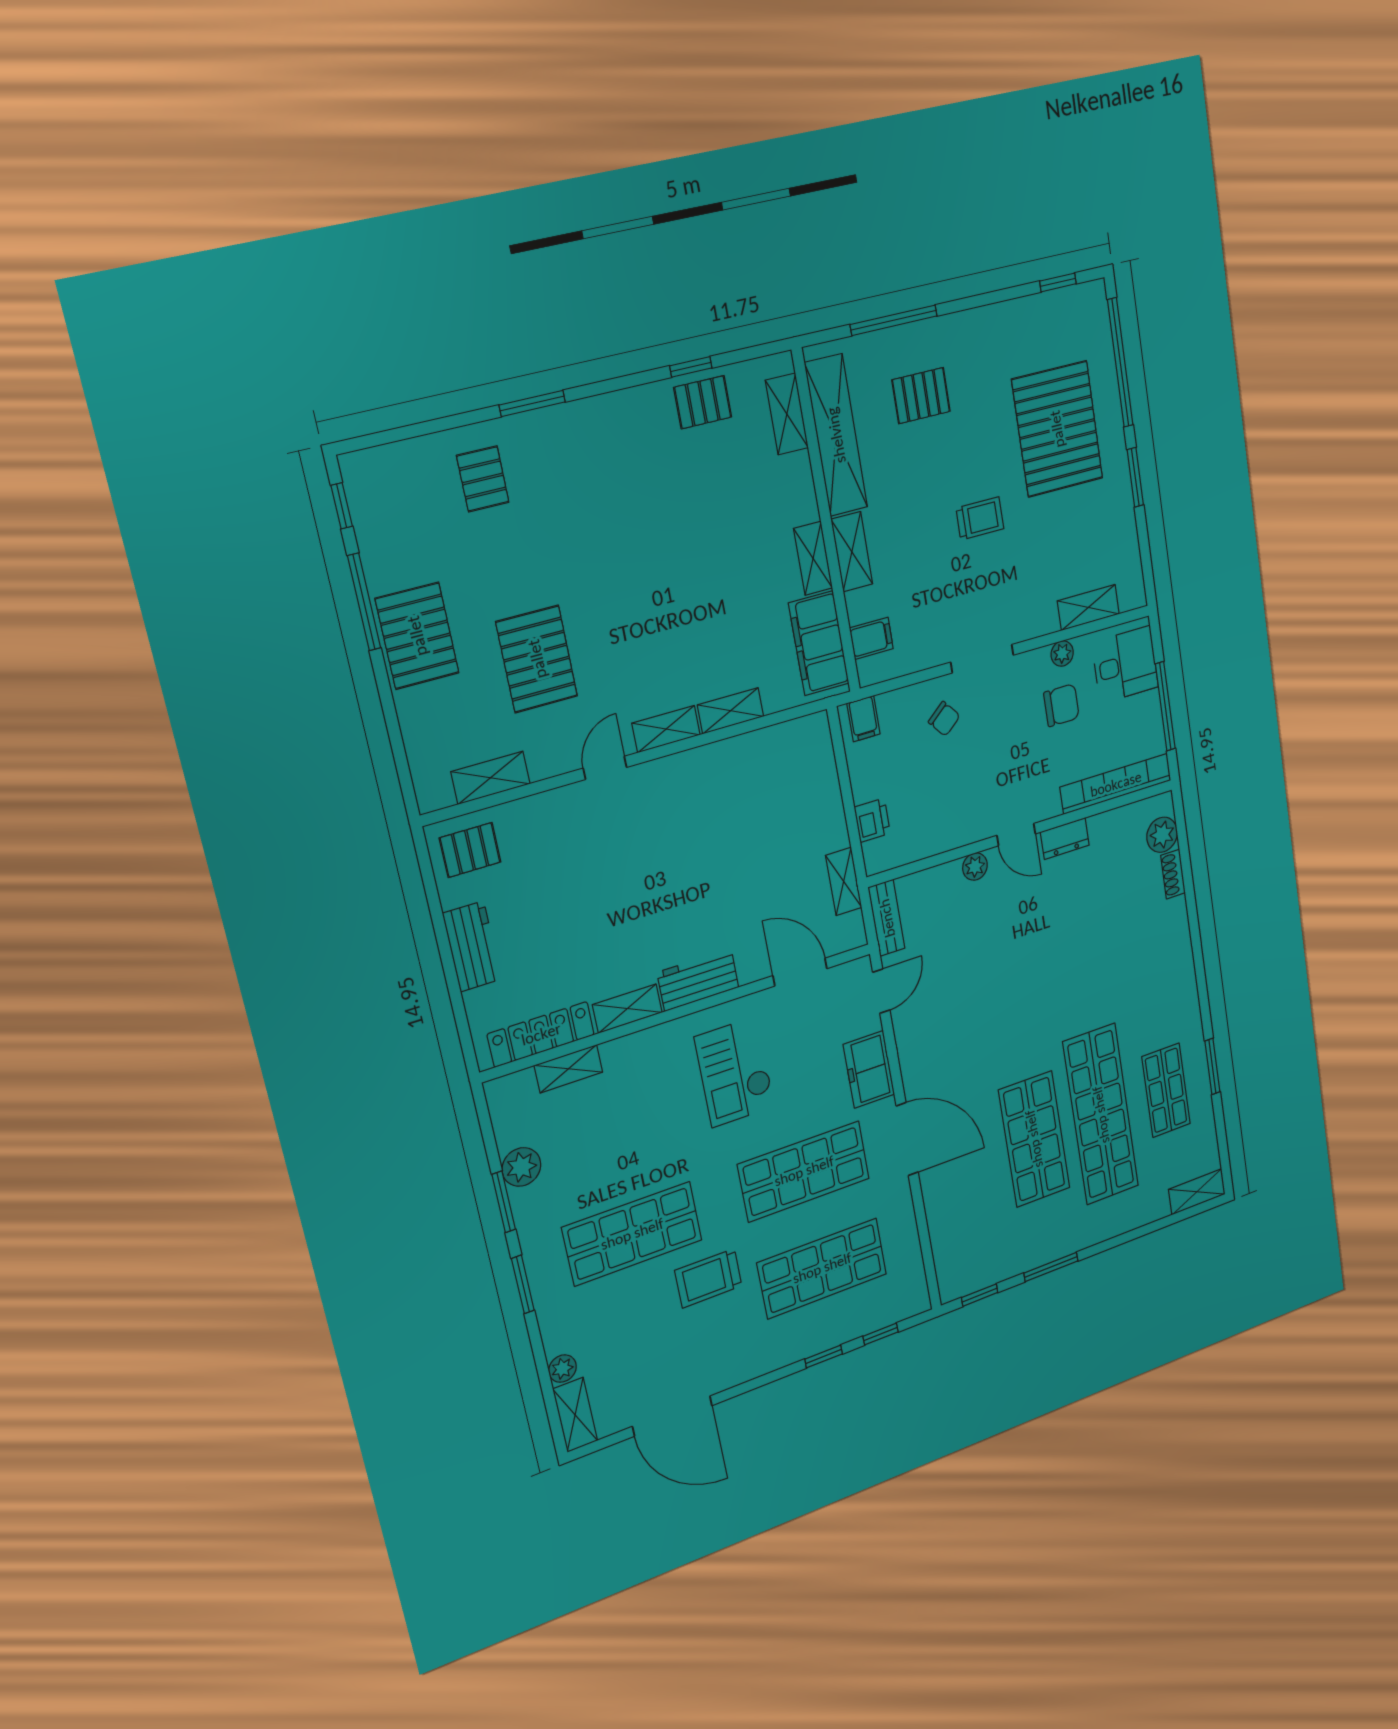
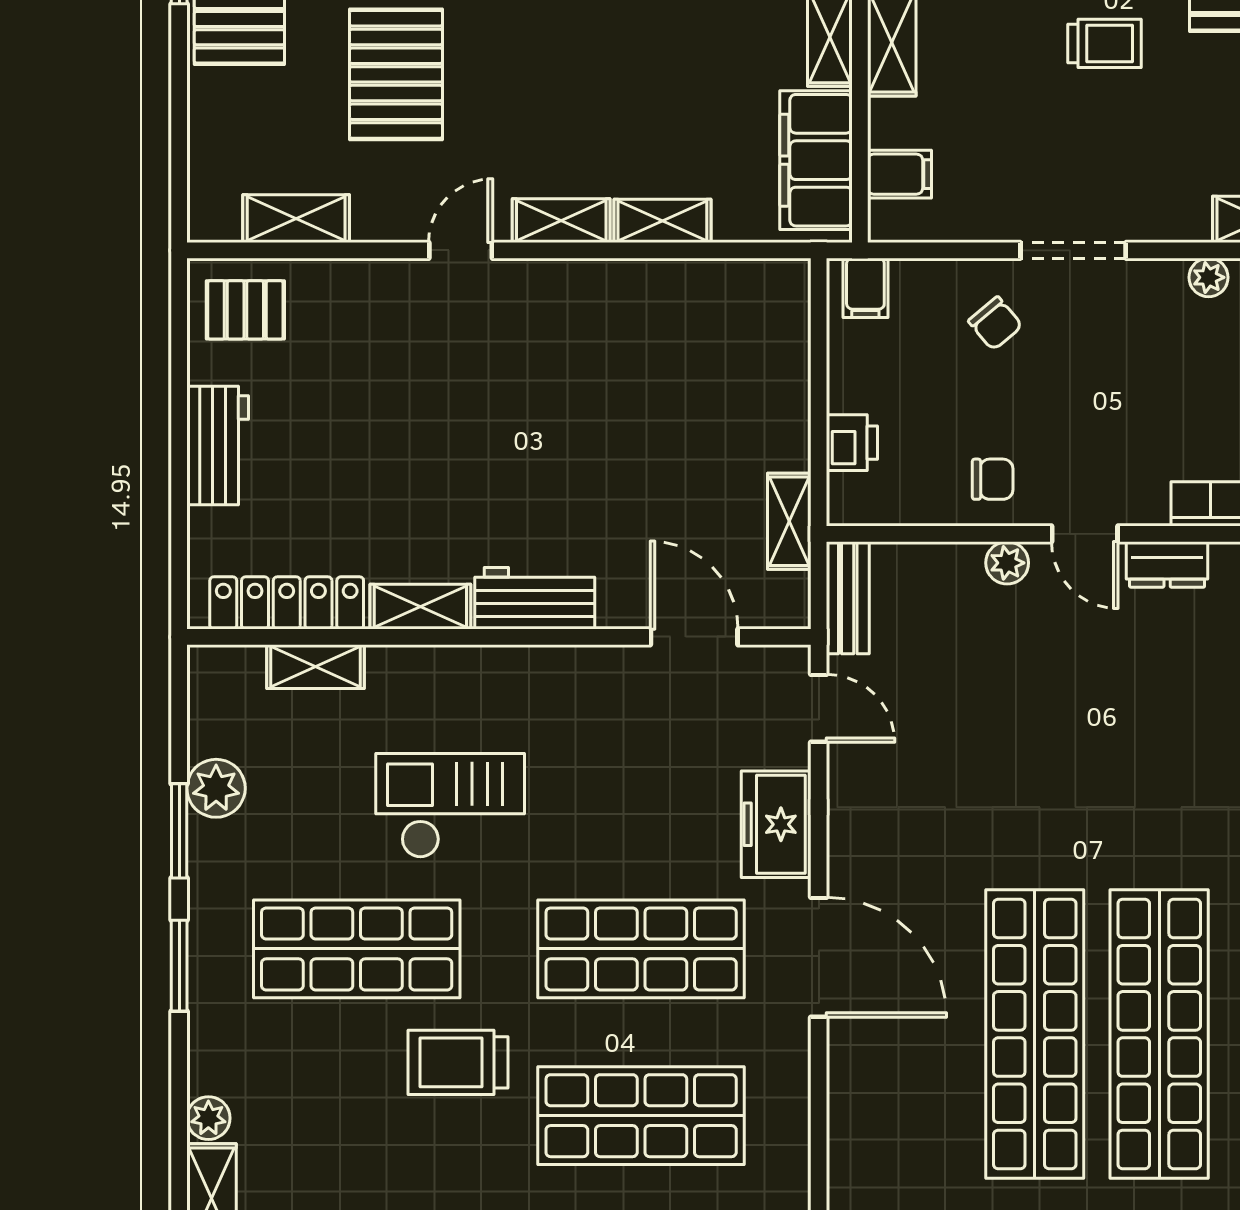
chair: (1061, 705) -> (993, 479), moved, width x0.73, depth x0.73
door: (881, 991) -> (819, 708), hinge flipped
checkout: (735, 1072) -> (450, 806), moved, turned 90
shop shelf: (1034, 1139) -> (1035, 1034), width x1.40

